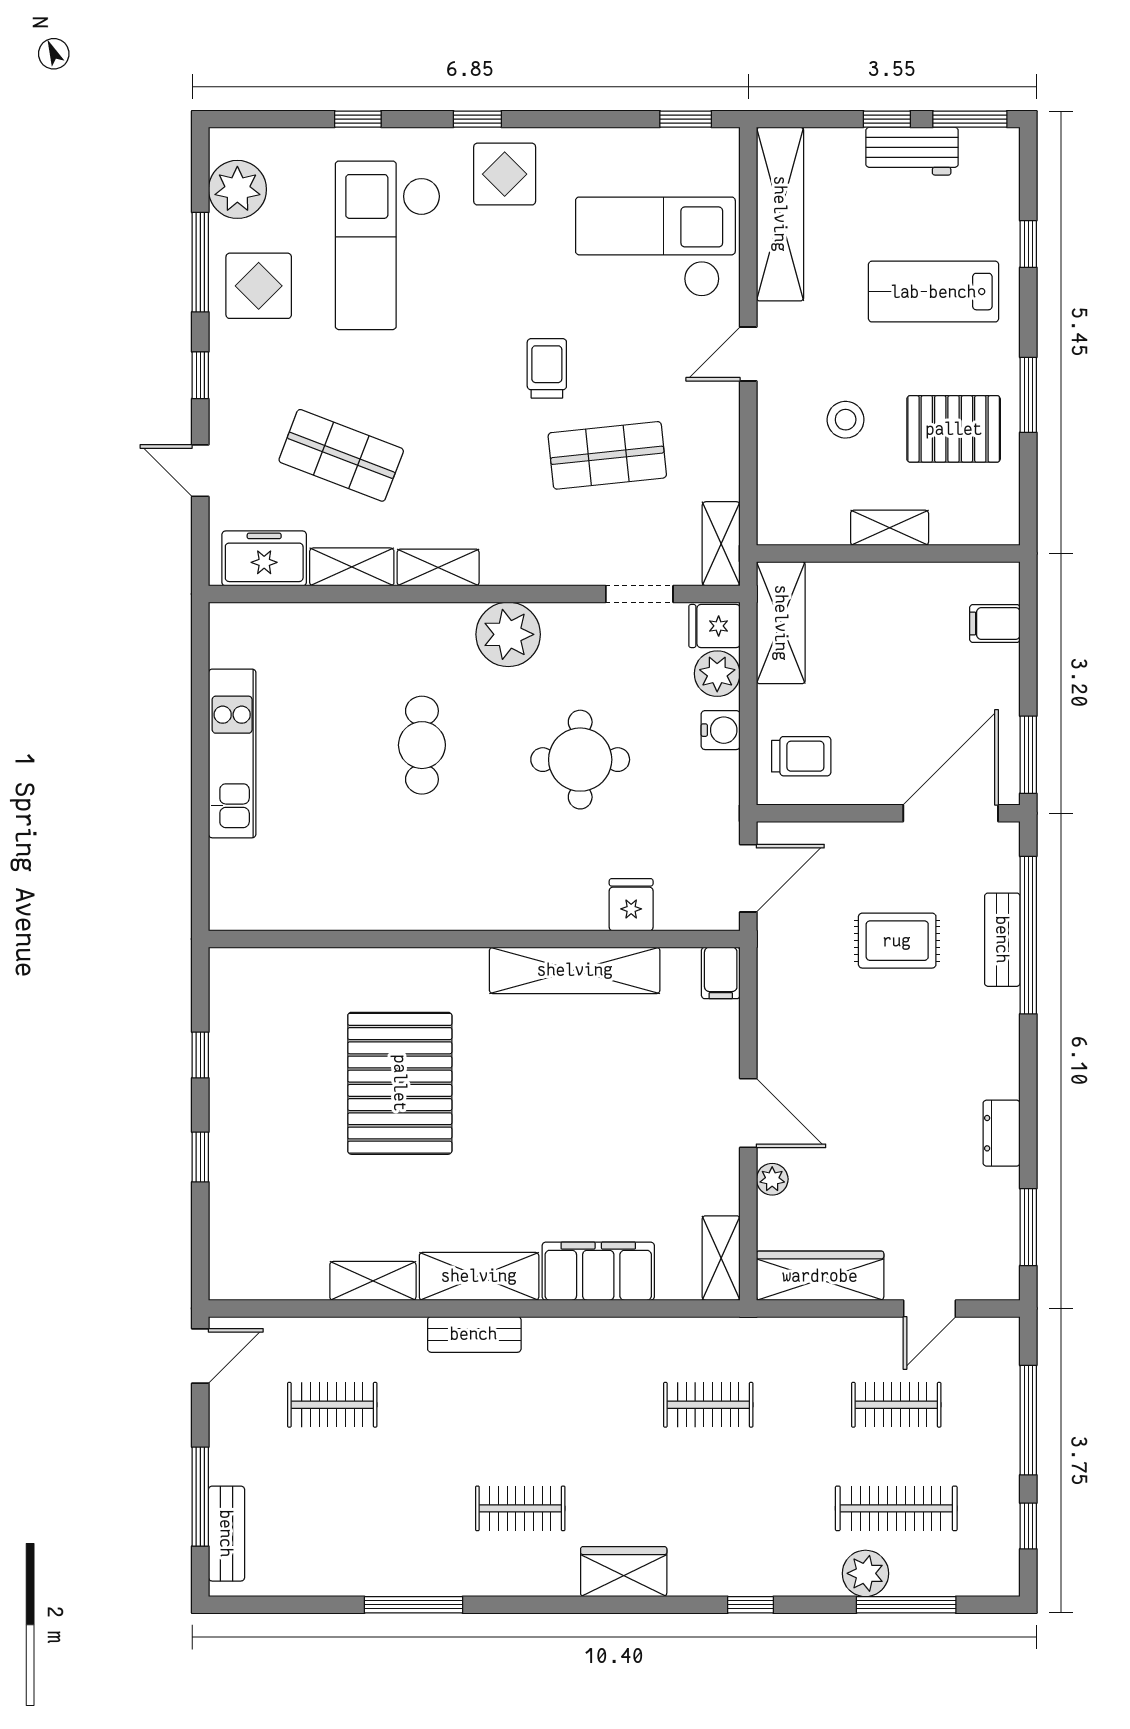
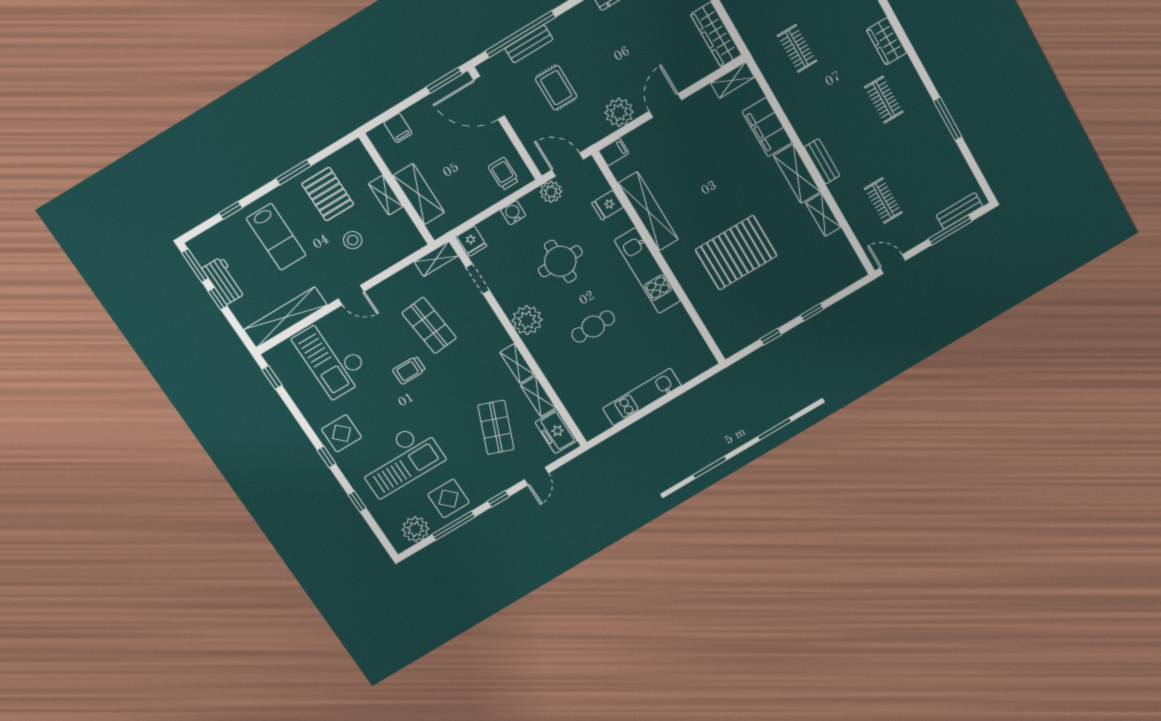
shelving: (781, 623) -> (419, 194), moved, turned 90
plant: (717, 674) -> (551, 192), moved
kitchen unit: (466, 904) -> (648, 271), added
plant: (772, 1179) -> (619, 112), moved, width x1.87, depth x1.87

